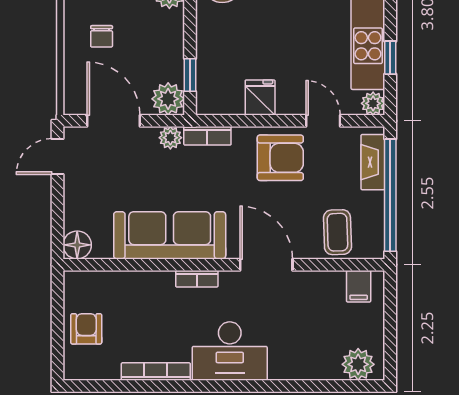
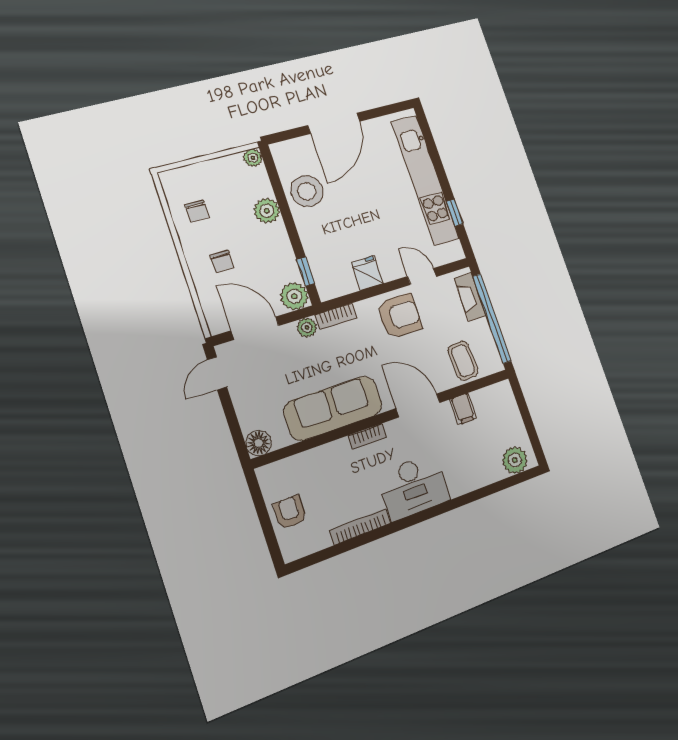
plant: (373, 103) -> (454, 252), removed
filing cabinet: (359, 286) -> (463, 409), moved

